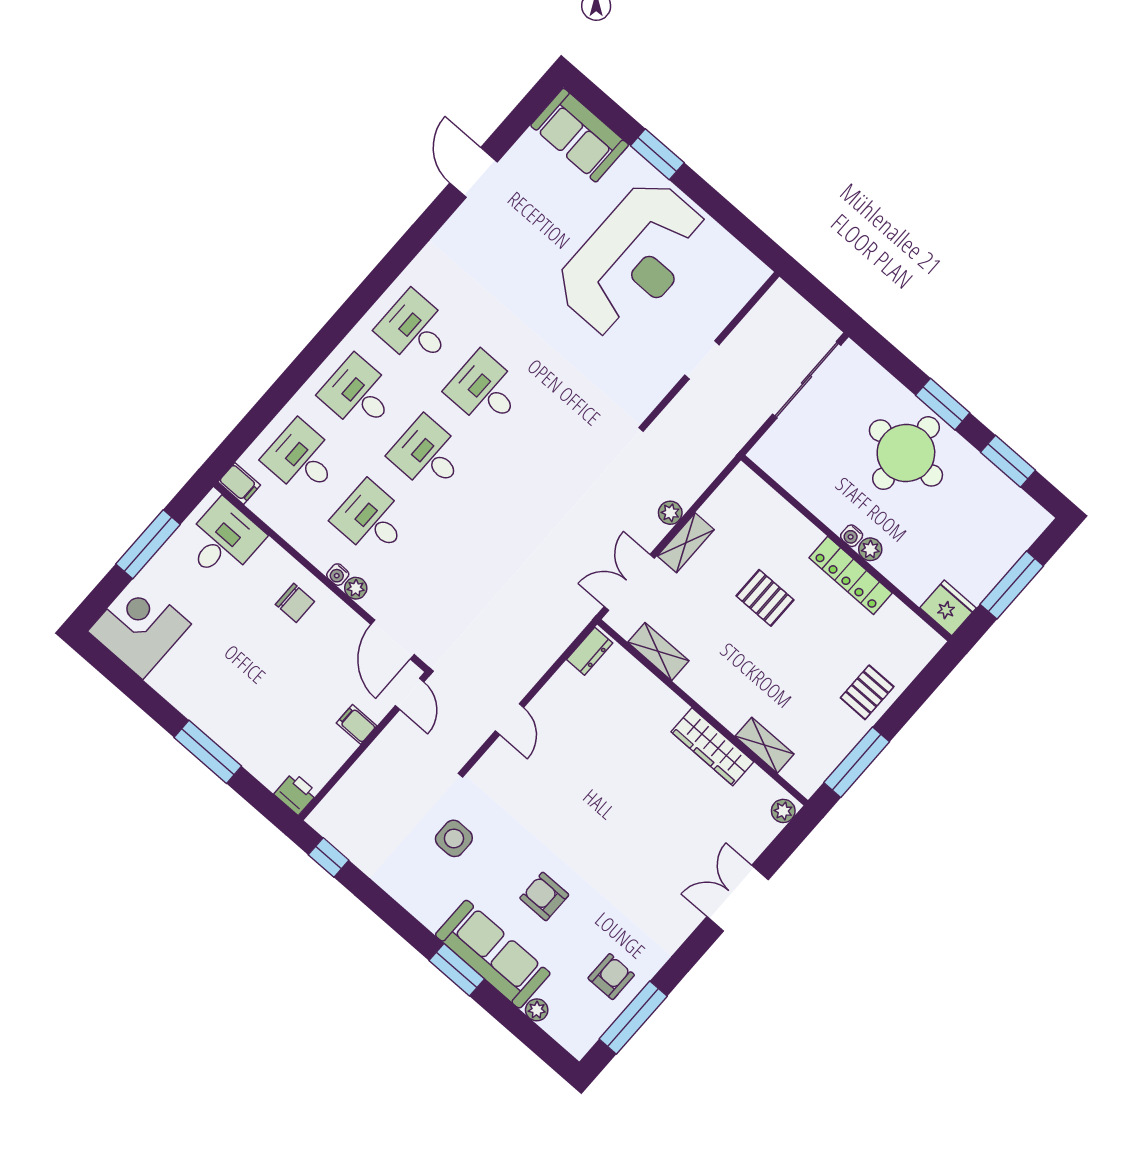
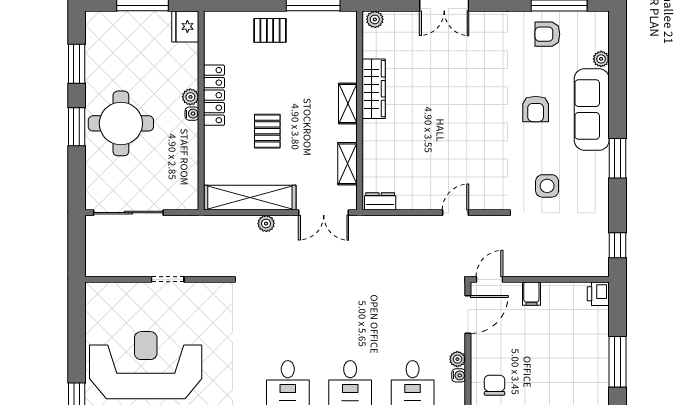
shelving: (686, 543) -> (250, 198), width x2.20, depth x1.33
shelving: (765, 745) -> (348, 104), moved
window: (457, 970) -> (617, 158), moved

